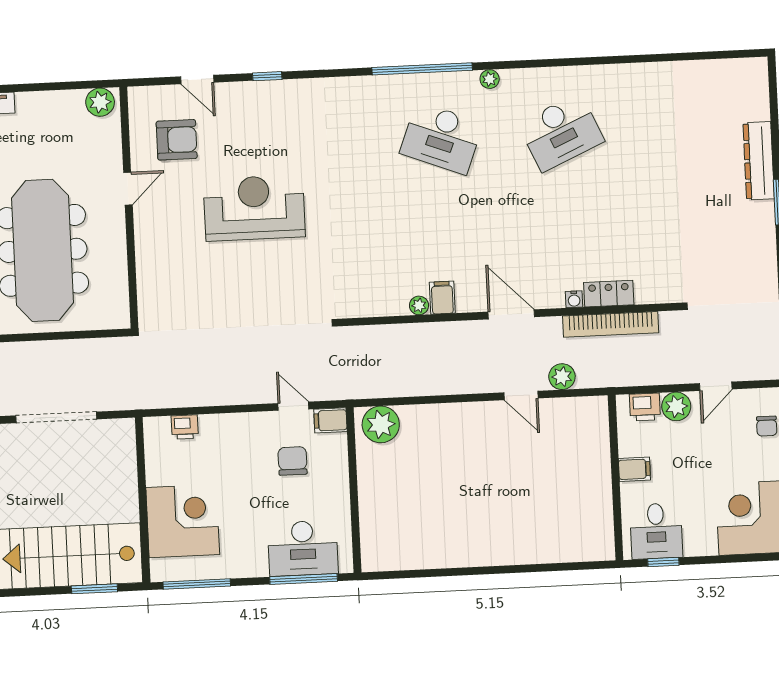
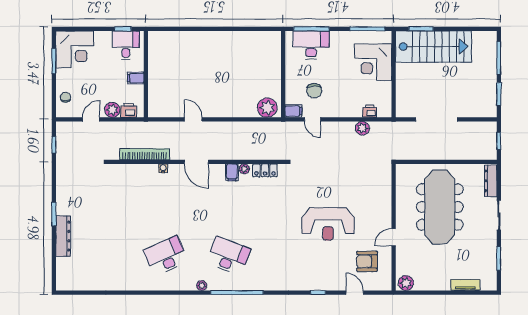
locker: (609, 294) -> (265, 170), moved
plant: (562, 377) -> (362, 128), moved

